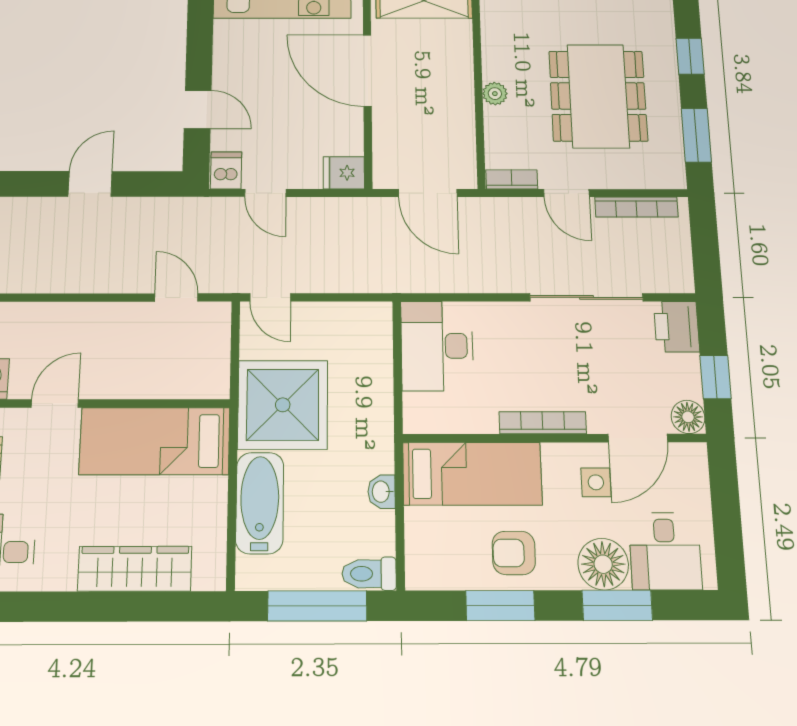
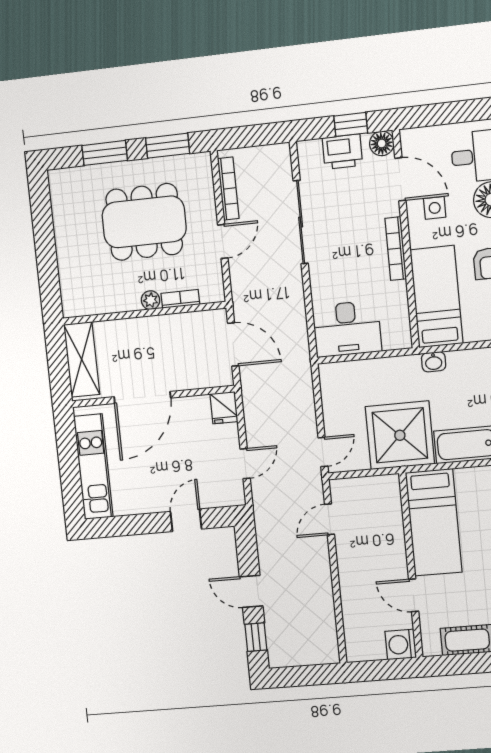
window: (690, 56) -> (105, 153), width x1.50
dishwasher: (226, 170) -> (231, 494), removed
bookcase: (512, 179) -> (180, 299), moved, turned 90
window: (26, 184) -> (256, 637), added
door: (428, 193) -> (233, 345), hinge flipped
printer: (676, 327) -> (342, 152), moved
washbasin: (382, 492) -> (434, 362), moved

